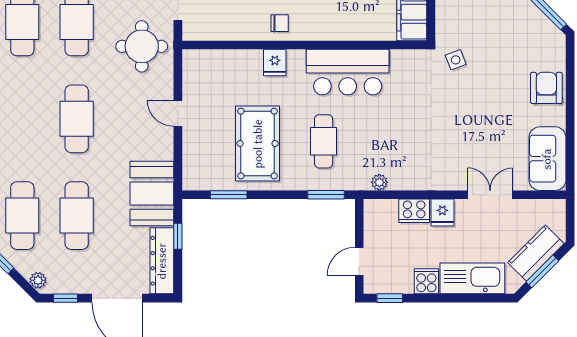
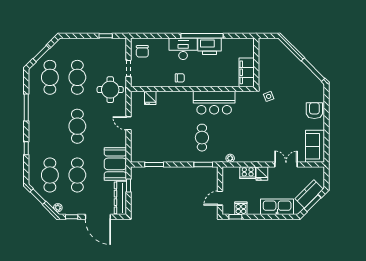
fridge: (275, 63) -> (150, 98), moved
pool table: (258, 144) -> (169, 139), removed
cooker: (426, 281) -> (241, 208), moved

